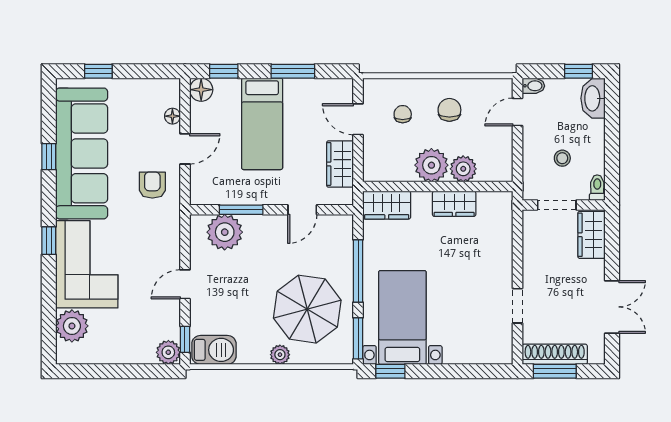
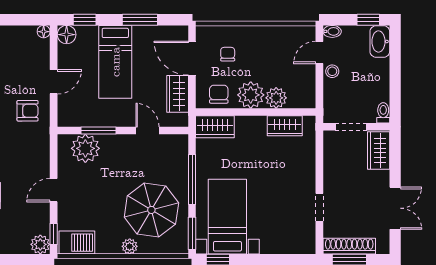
chair: (449, 110) -> (219, 94), moved
floor lamp: (172, 116) -> (44, 32), moved
door: (358, 119) -> (192, 58), width x1.38
stool: (562, 158) -> (332, 71), moved
armchair: (152, 185) -> (28, 111), turned 90
wardrobe: (454, 204) -> (285, 126), moved
door: (302, 210) -> (147, 130), swing flipped

